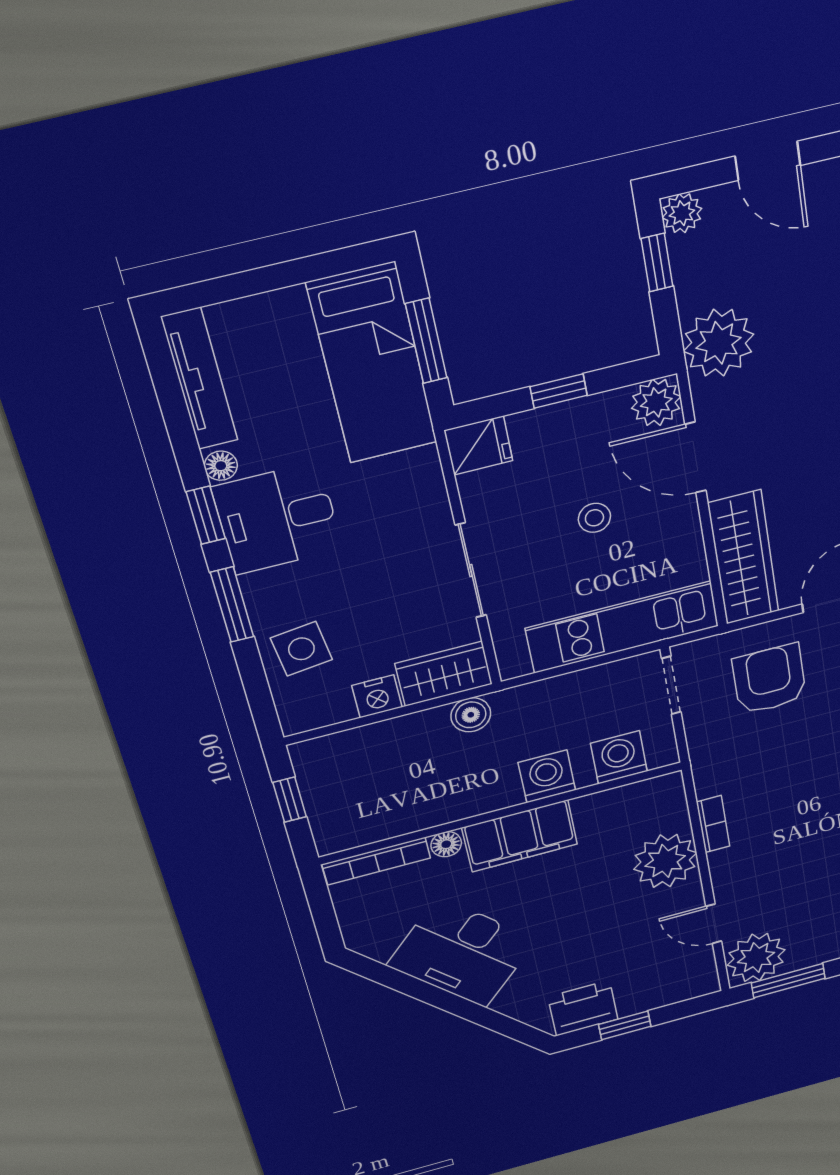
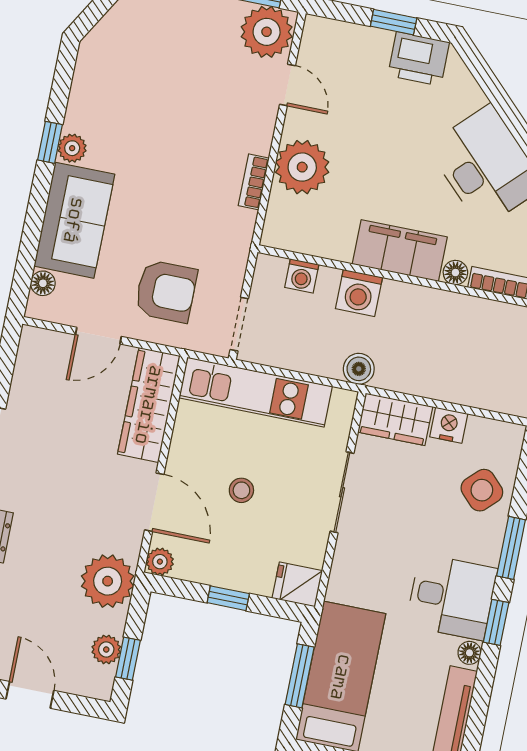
plant: (682, 213) -> (106, 649), moved
plant: (656, 402) -> (160, 562), width x0.73, depth x0.73
side table: (301, 649) -> (482, 490), turned -37
armchair: (769, 679) -> (166, 291), turned -90
boiler: (471, 715) -> (359, 369), moved
washing machine: (619, 757) -> (302, 276), width x0.73, depth x0.73

